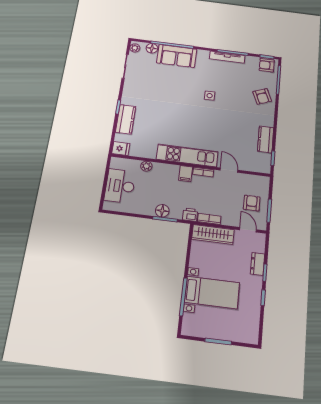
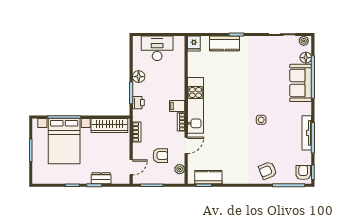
kitchen counter: (266, 139) -> (208, 177), moved
plant: (146, 166) -> (180, 169), moved
armchair: (252, 203) -> (160, 156), moved
floor lamp: (162, 211) -> (139, 77), moved
printer: (190, 215) -> (138, 103), moved
wardrobe: (213, 234) -> (109, 126), moved, turned -90
bed with nightstands: (212, 293) -> (64, 141), width x1.36

